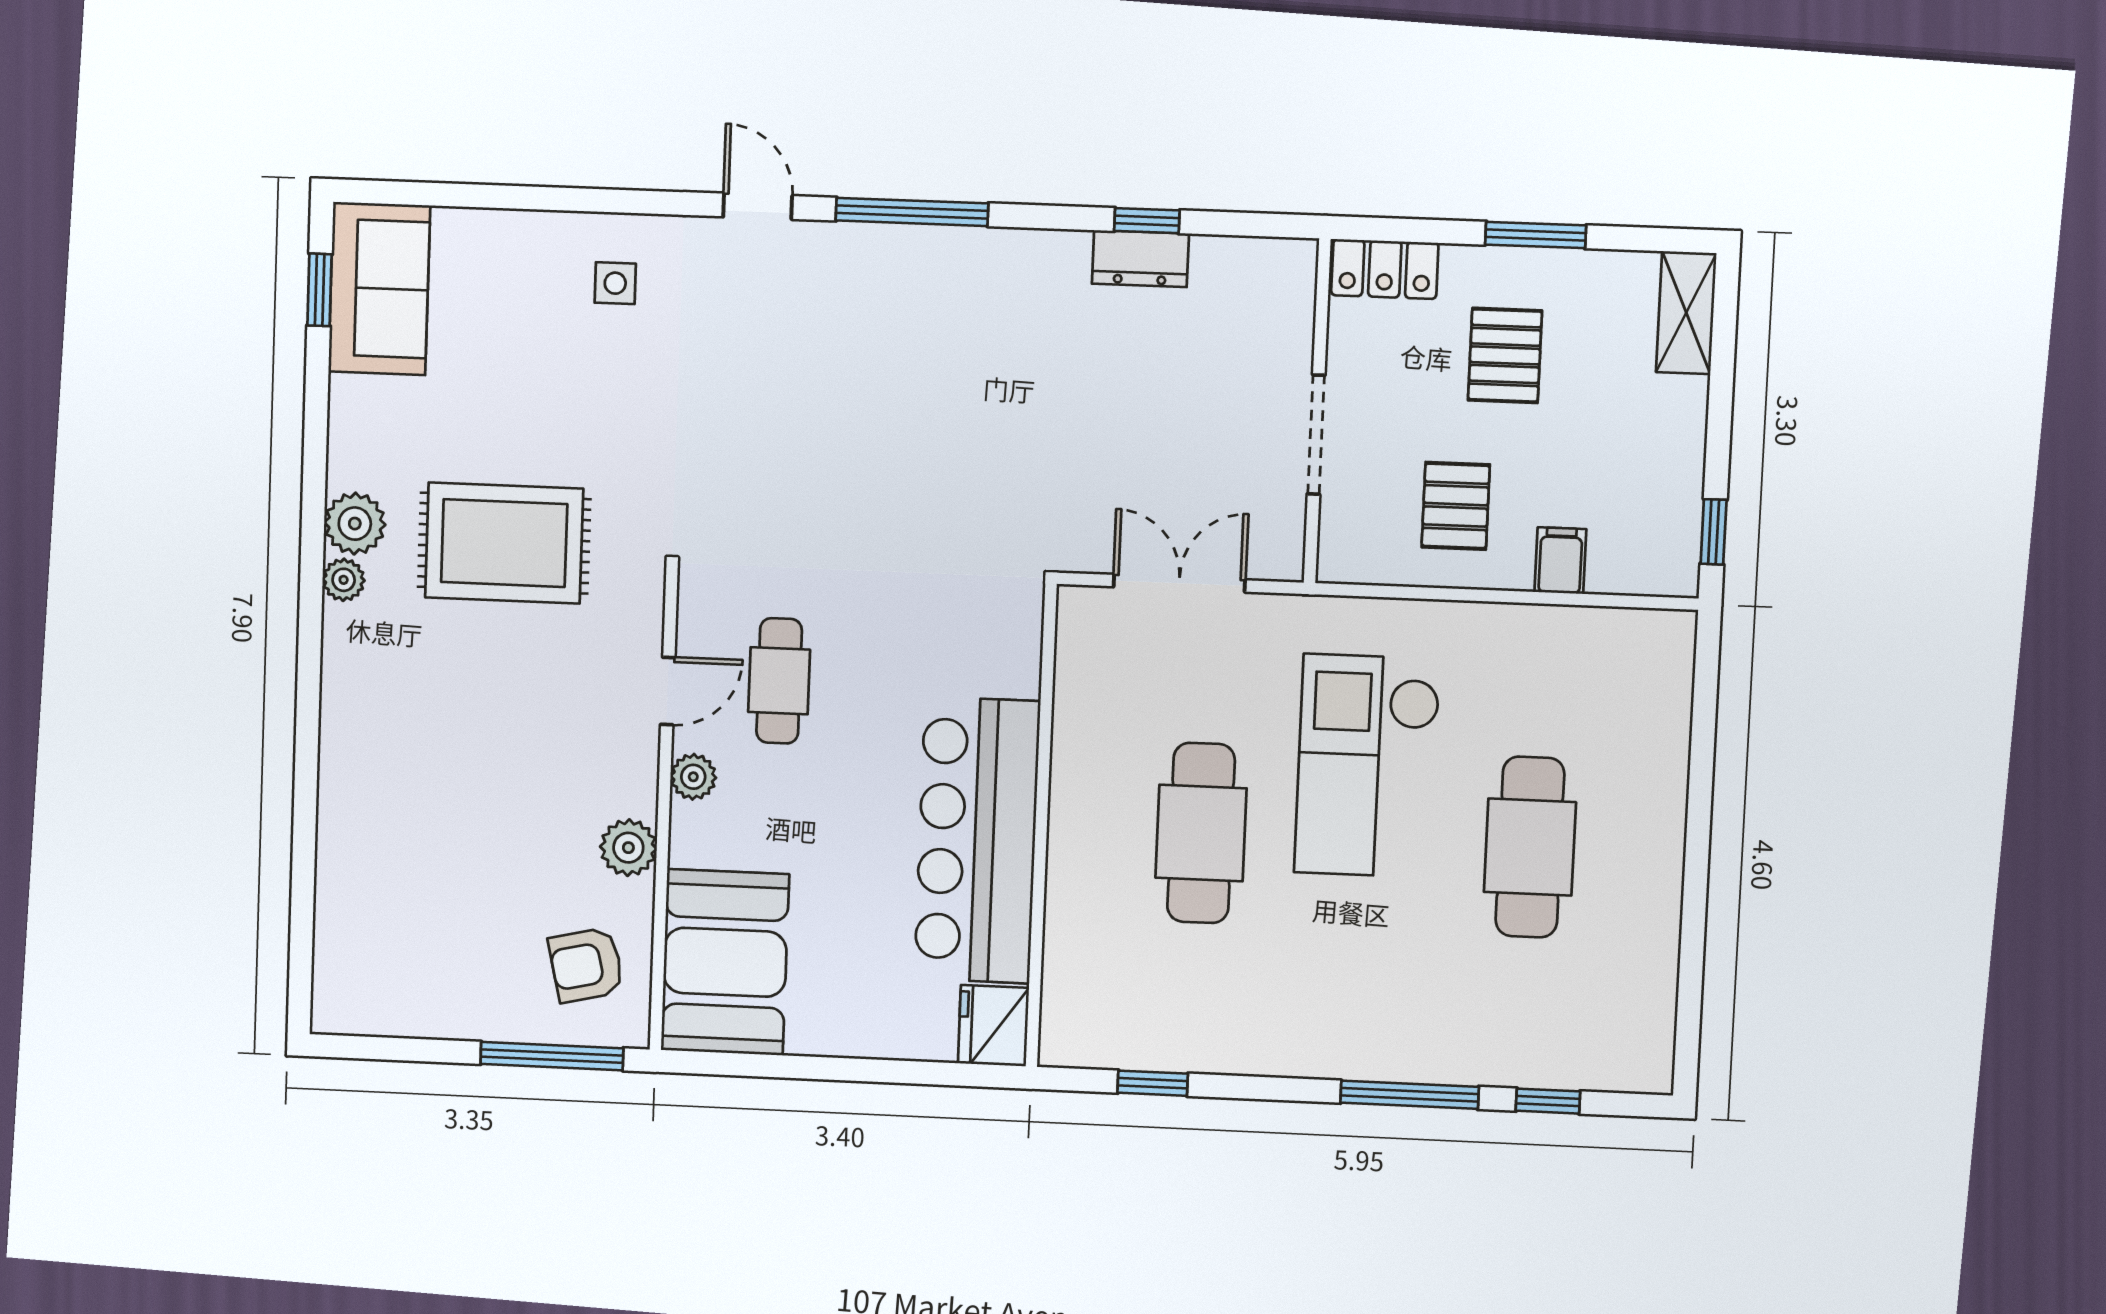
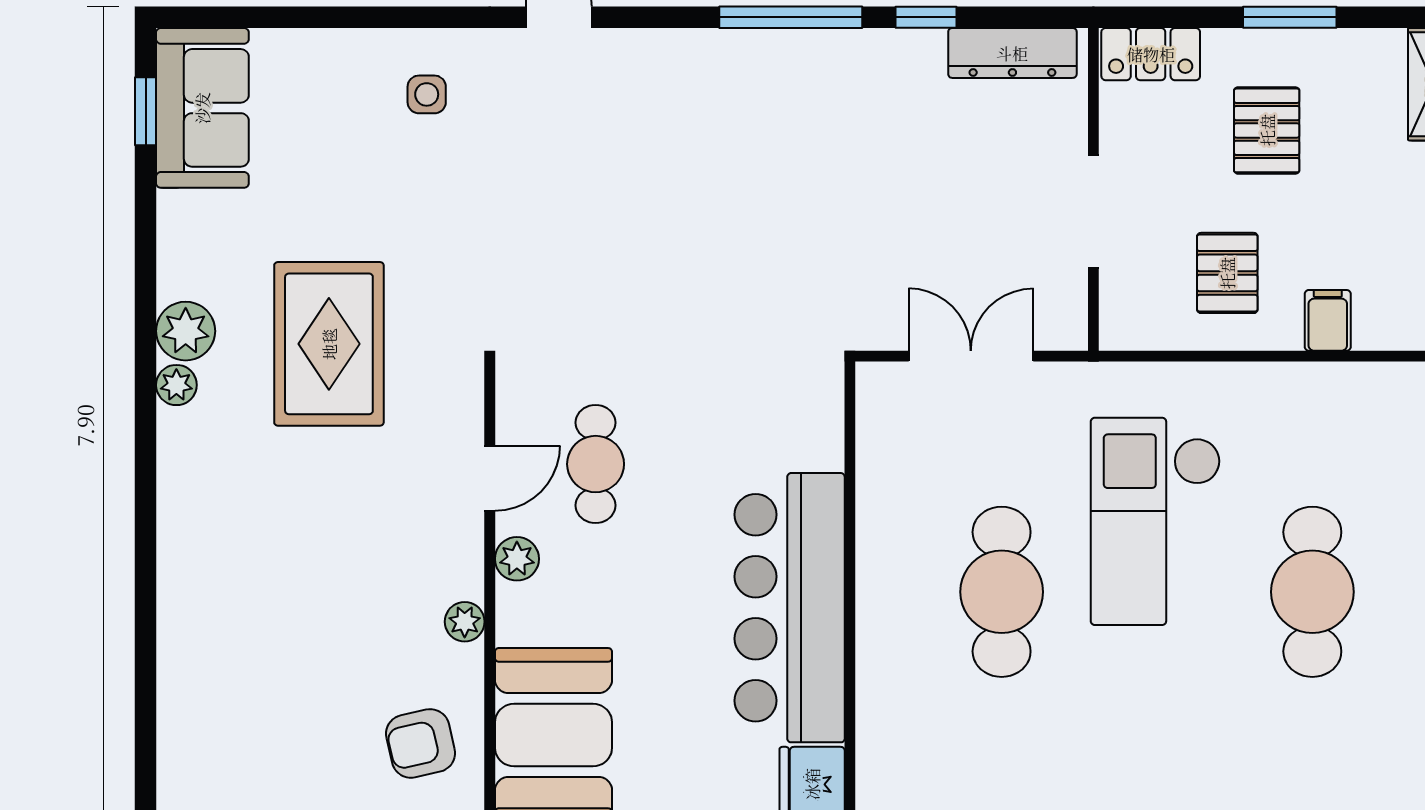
window: (912, 212) -> (791, 17), moved
dresser: (1140, 259) -> (1012, 53), moved, width x1.44
rug: (504, 543) -> (329, 344), turned 90
plant: (628, 848) -> (465, 622), width x0.73, depth x0.73

